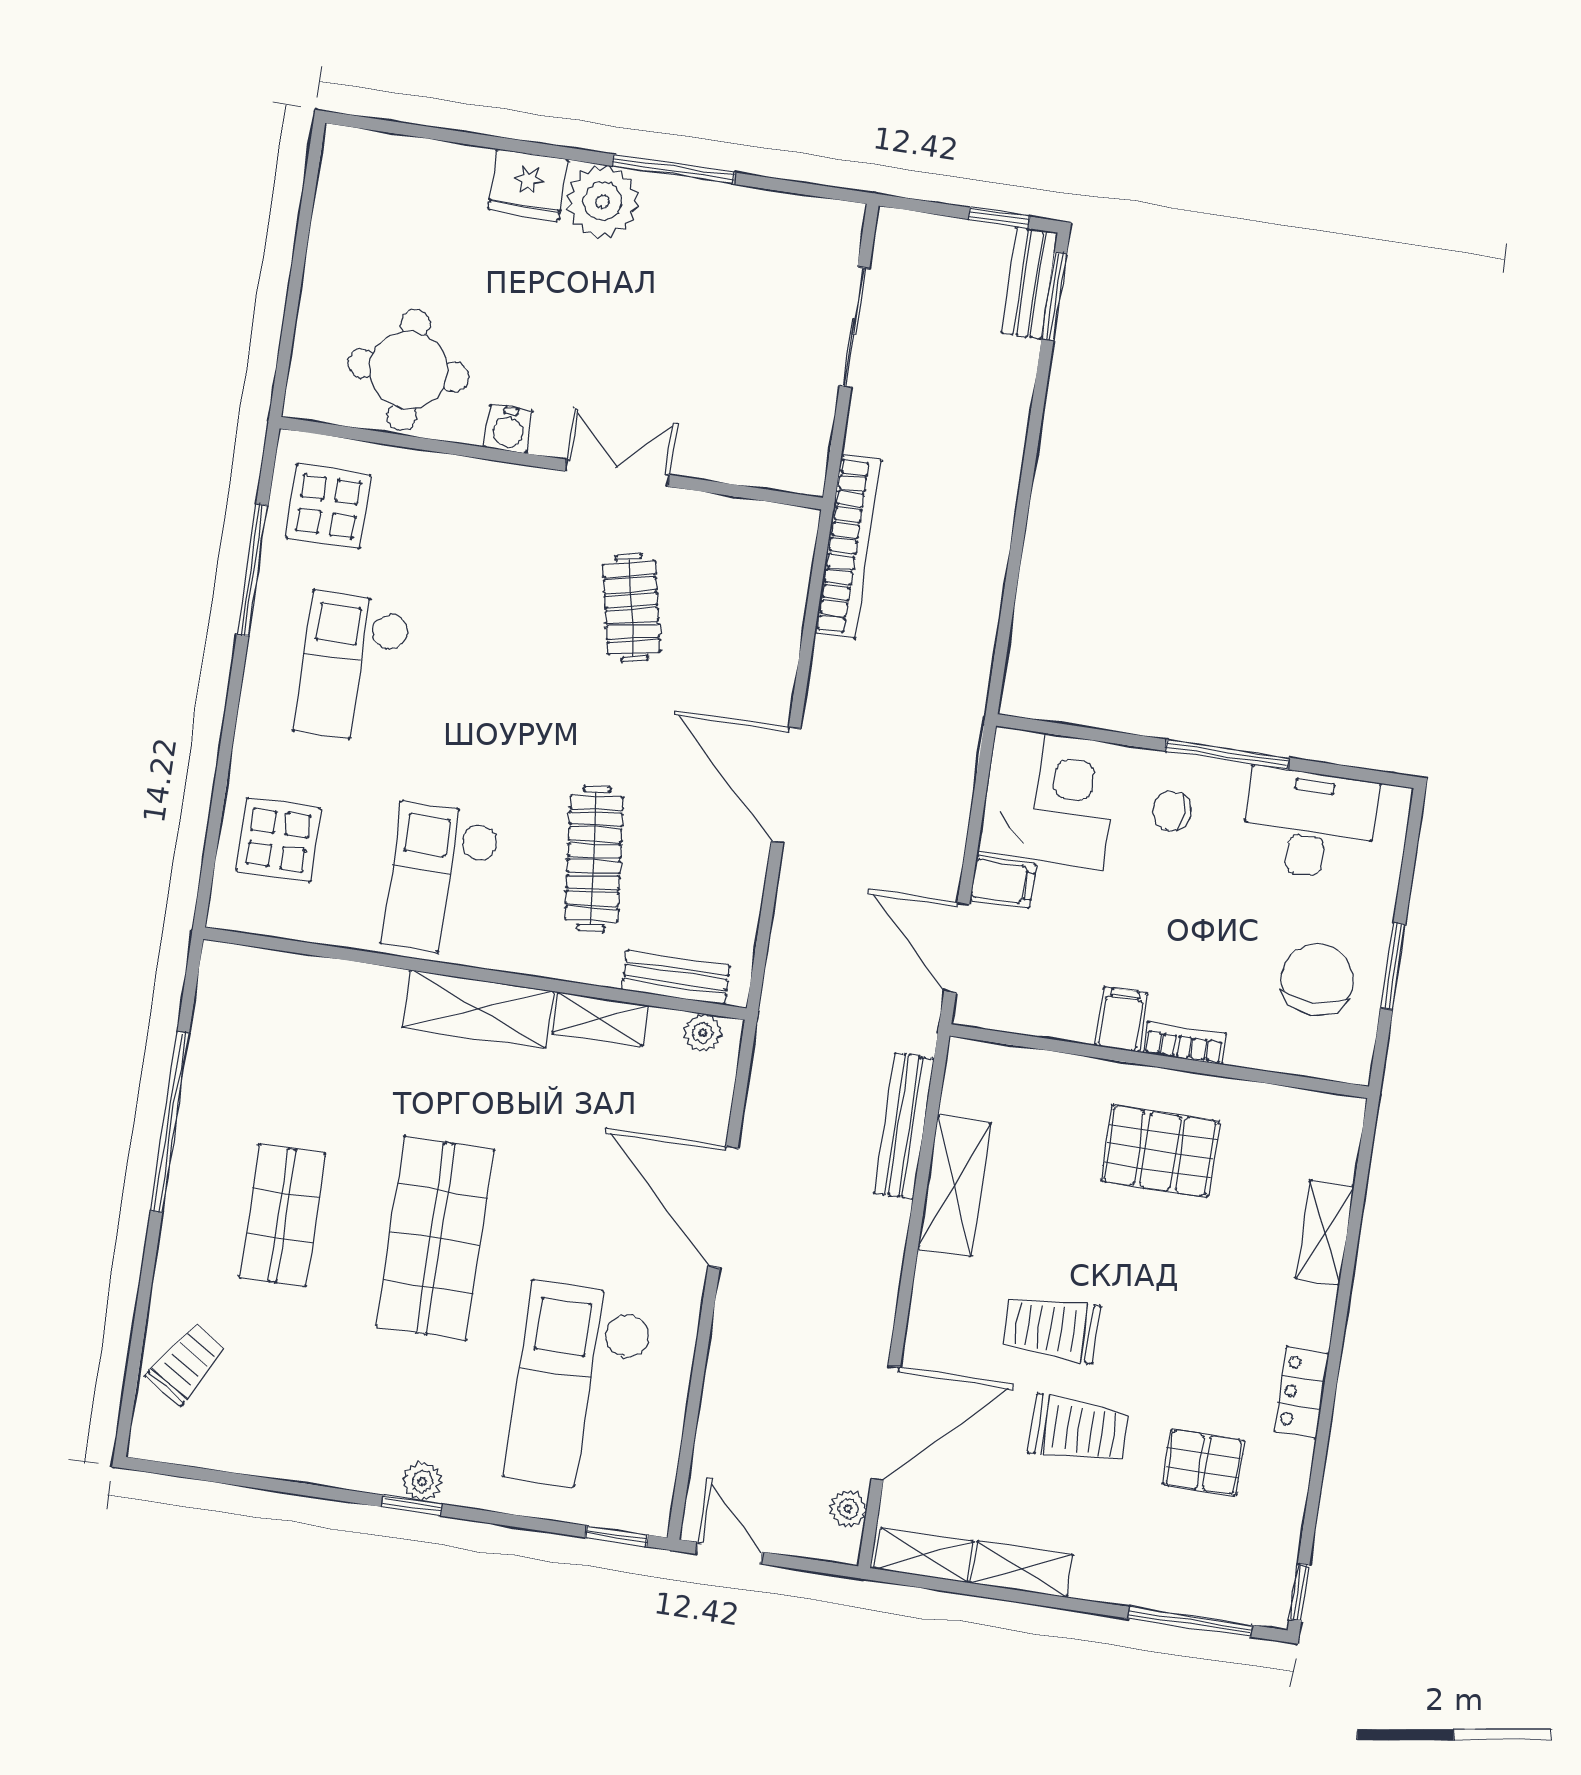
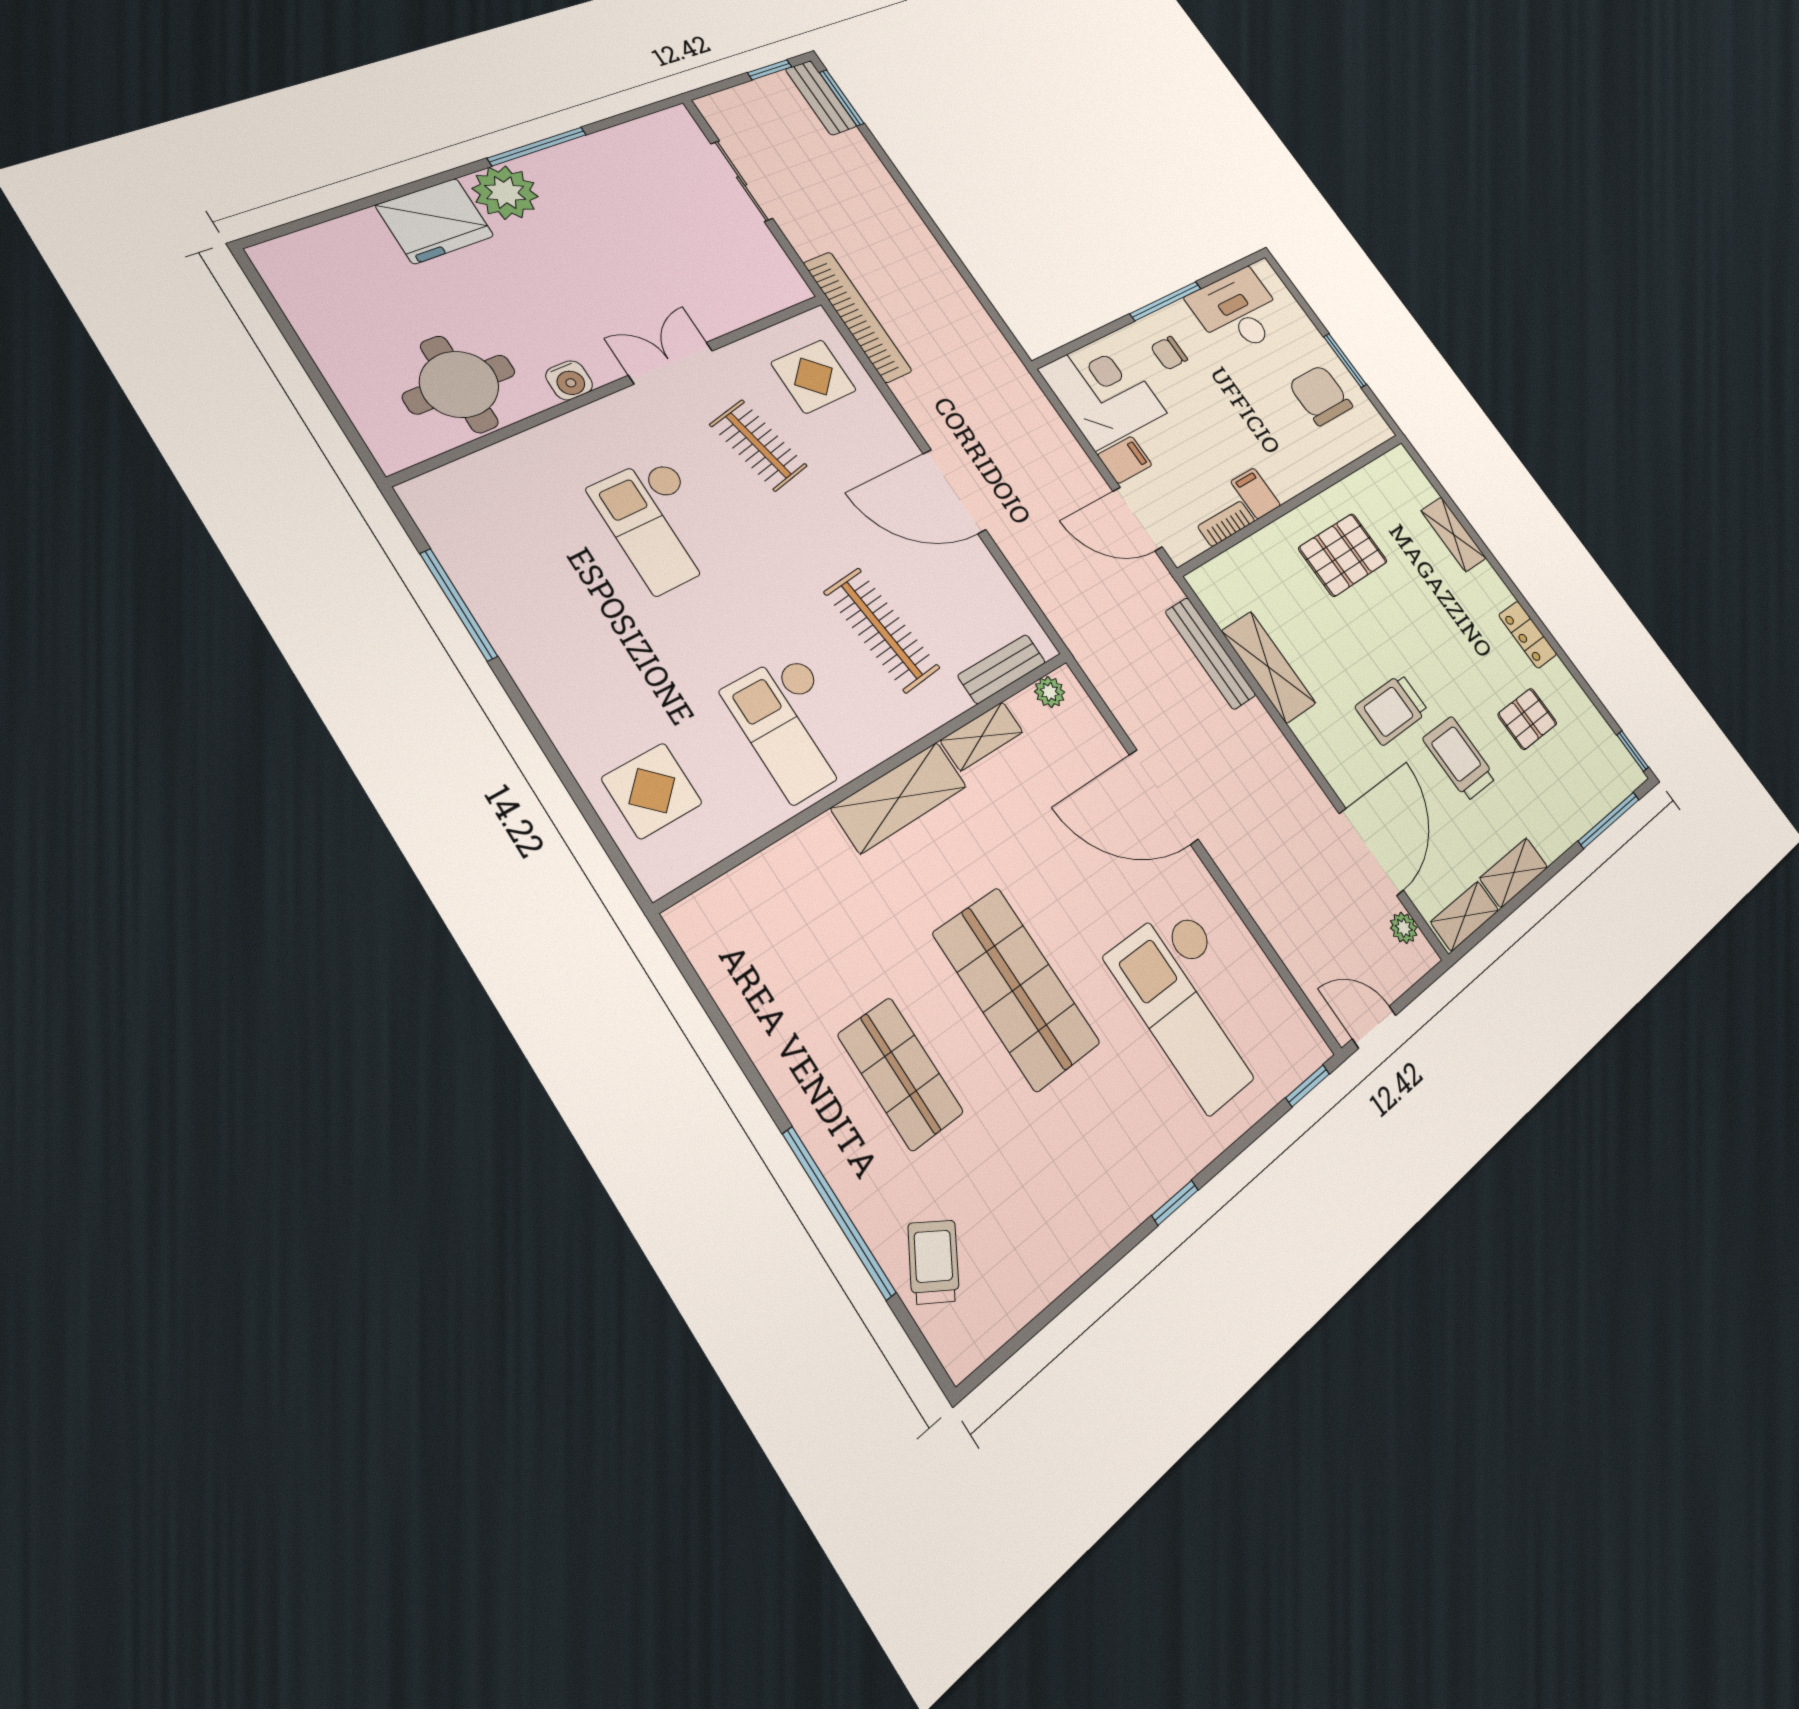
fridge: (528, 185) -> (435, 221), width x1.36, depth x1.34
display table: (328, 506) -> (814, 376), moved
checkout: (352, 668) -> (660, 524), moved
bookcase: (1185, 1043) -> (1226, 524), moved
window: (170, 1122) -> (839, 1213), moved
trolley: (1078, 1430) -> (1459, 758), turned -90
plant: (422, 1481) -> (1165, 1177), removed

